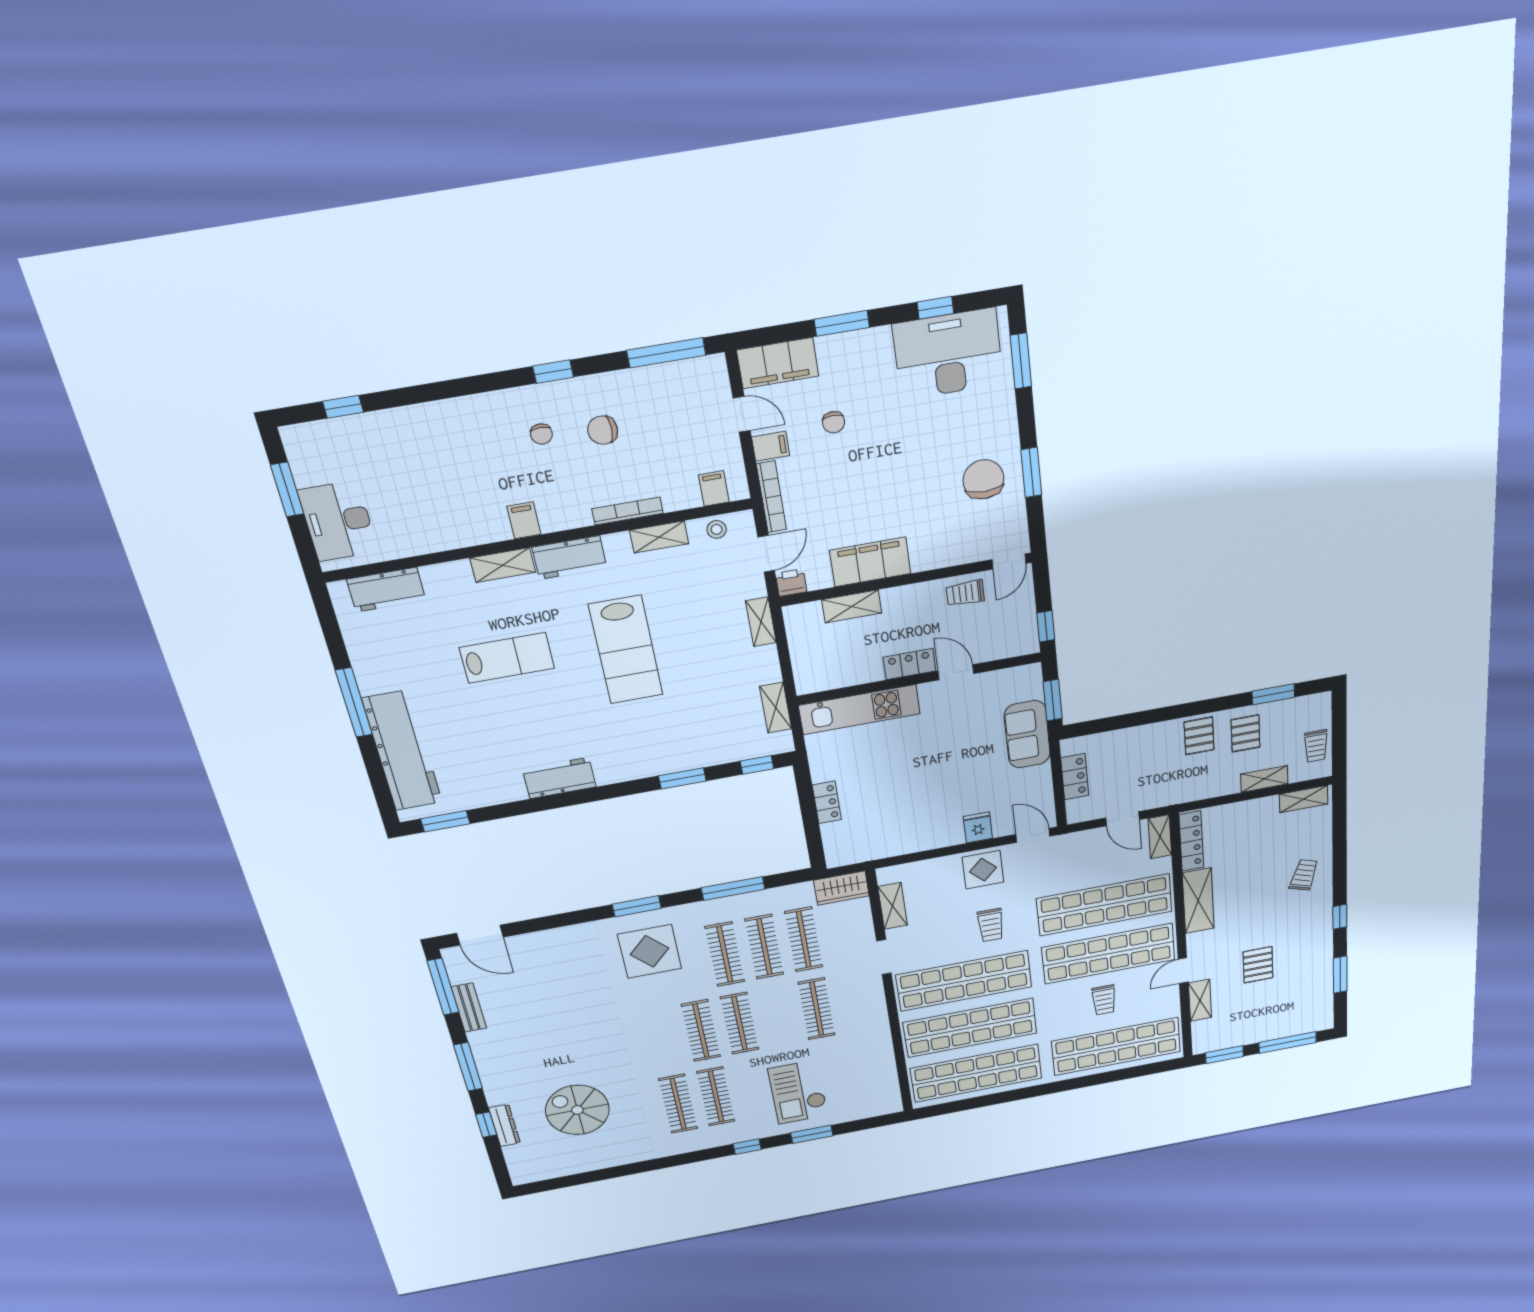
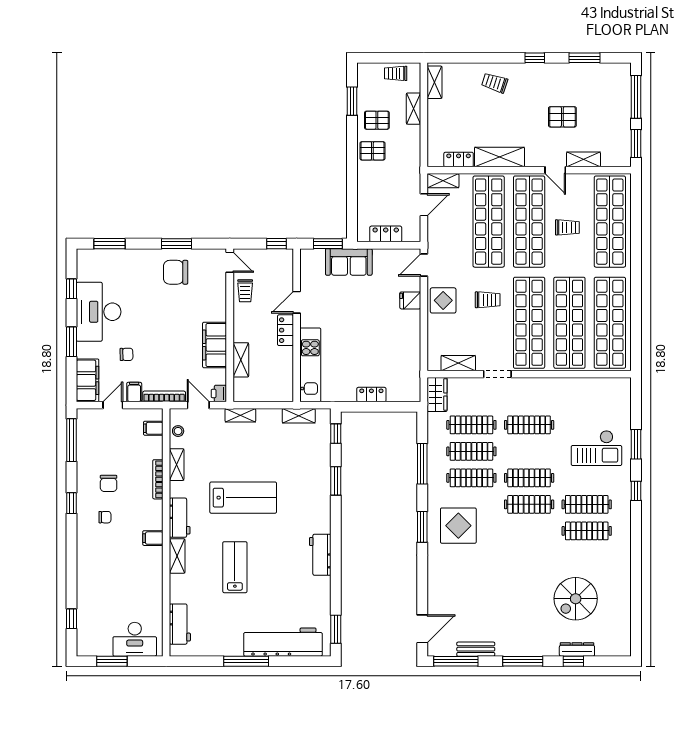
desk: (948, 354) -> (99, 312), moved
trolley: (1316, 746) -> (396, 73), turned 180
locker: (1191, 841) -> (459, 160), width x0.66

